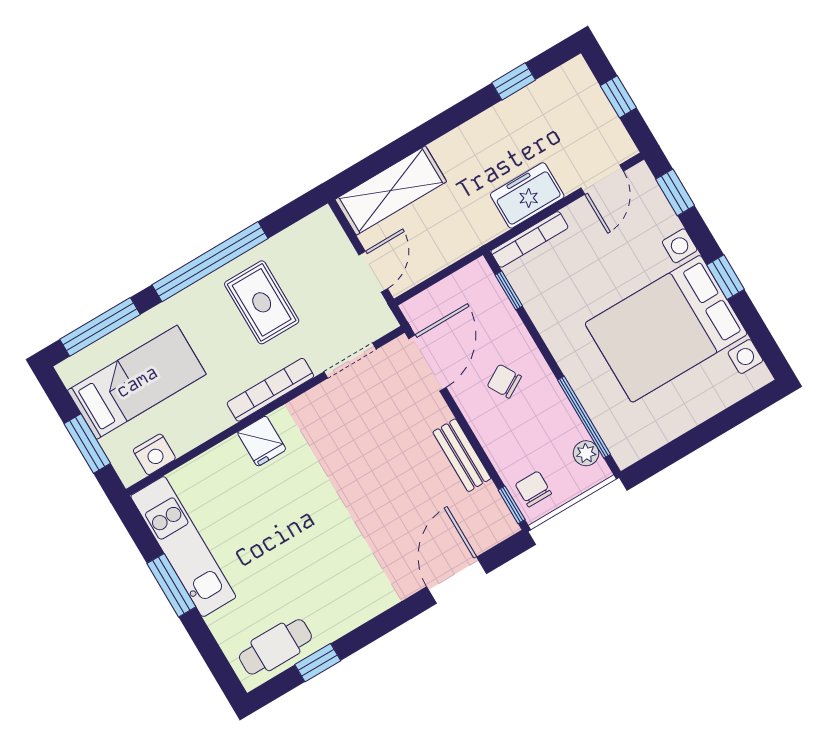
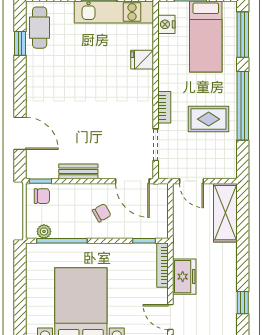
bookcase: (270, 390) -> (164, 107), width x0.64
fridge: (262, 441) -> (142, 60), moved

